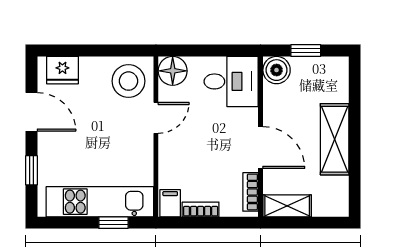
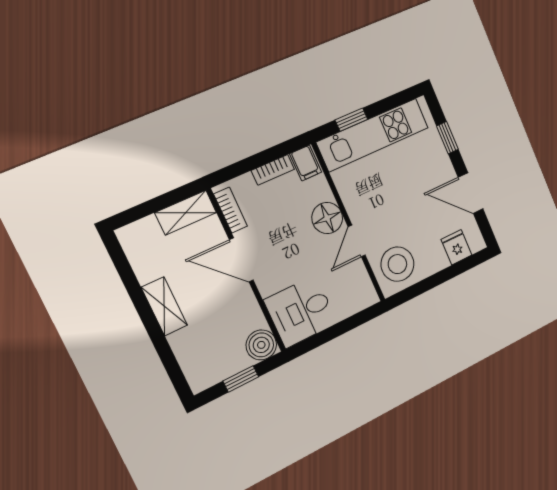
fridge: (62, 70) -> (456, 247), width x0.72
floor lamp: (173, 71) -> (327, 218), moved
shelving: (335, 139) -> (164, 306), width x0.67, depth x0.75

